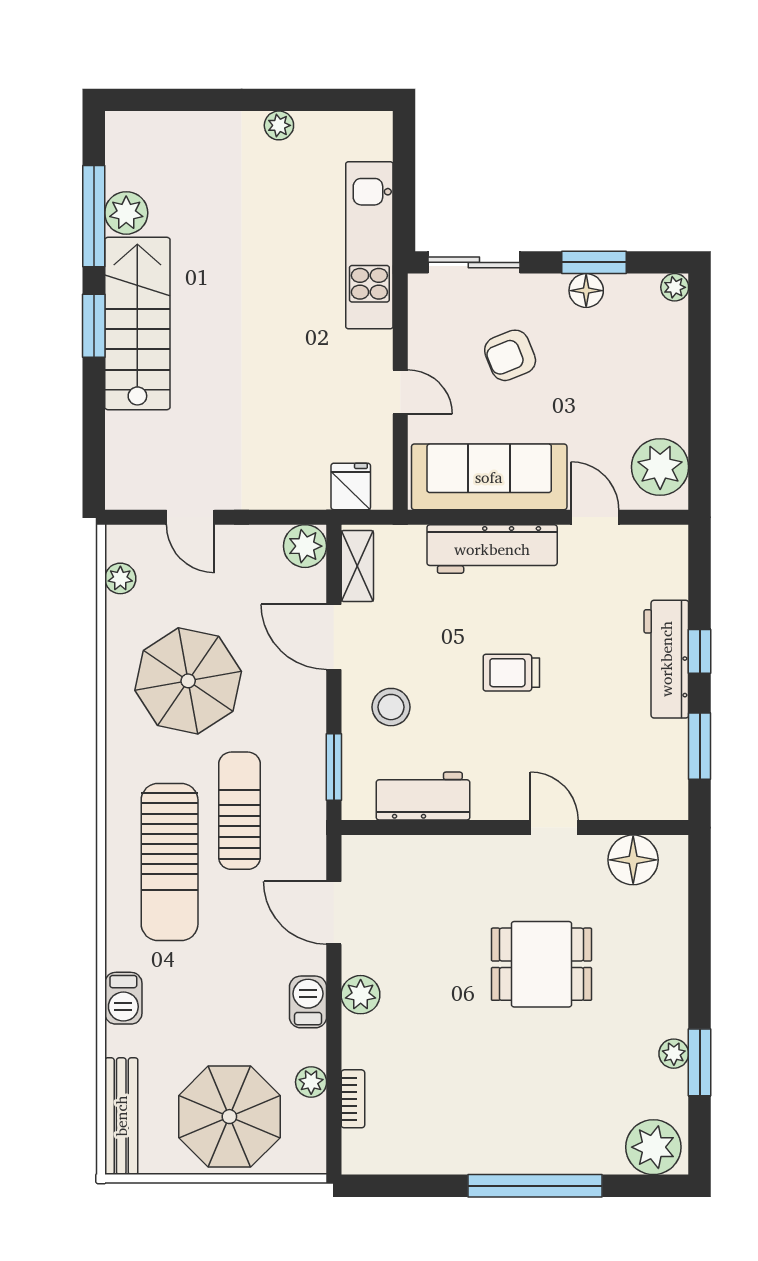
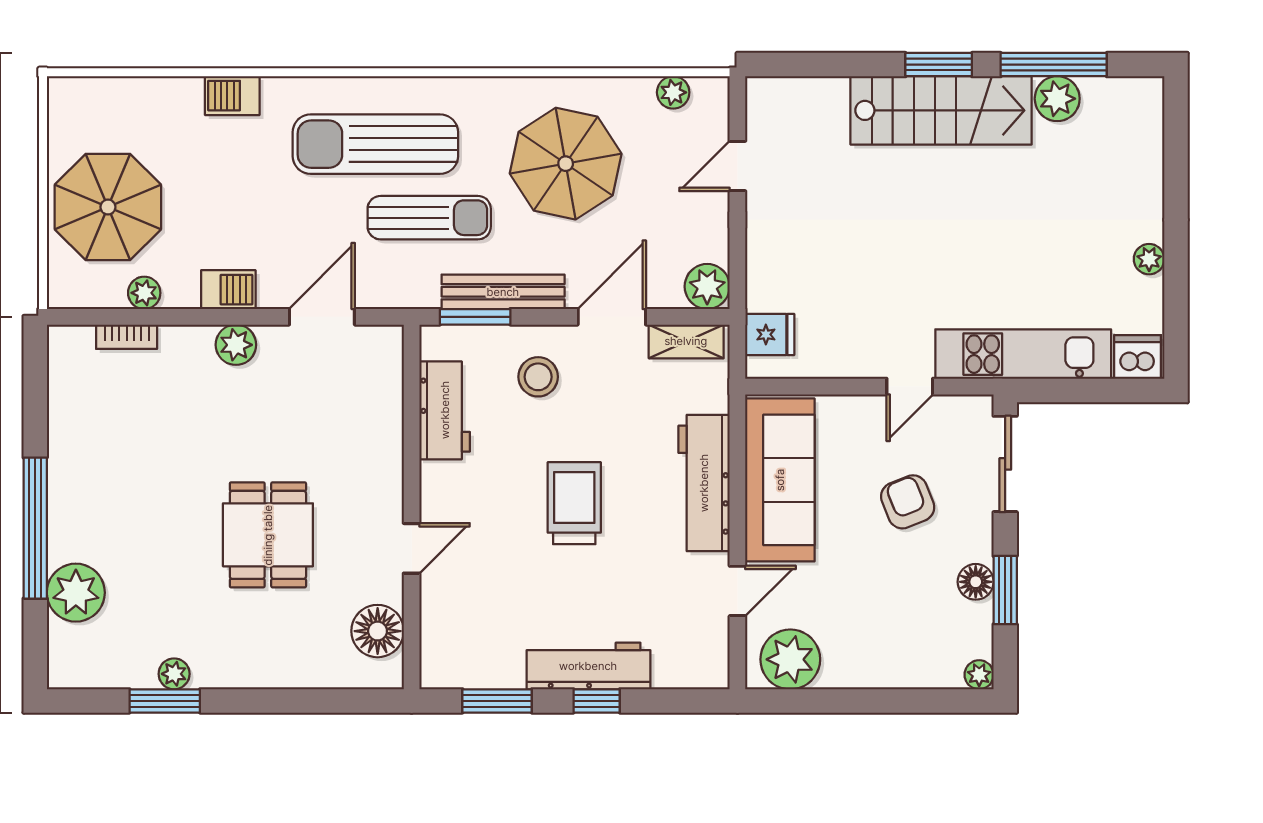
dishwasher: (372, 136) -> (1138, 357), added
door: (400, 392) -> (910, 387), moved
trolley: (511, 673) -> (574, 503), width x1.36, depth x1.39
bench: (121, 1116) -> (503, 292), moved
plant: (653, 1147) -> (76, 593), moved

